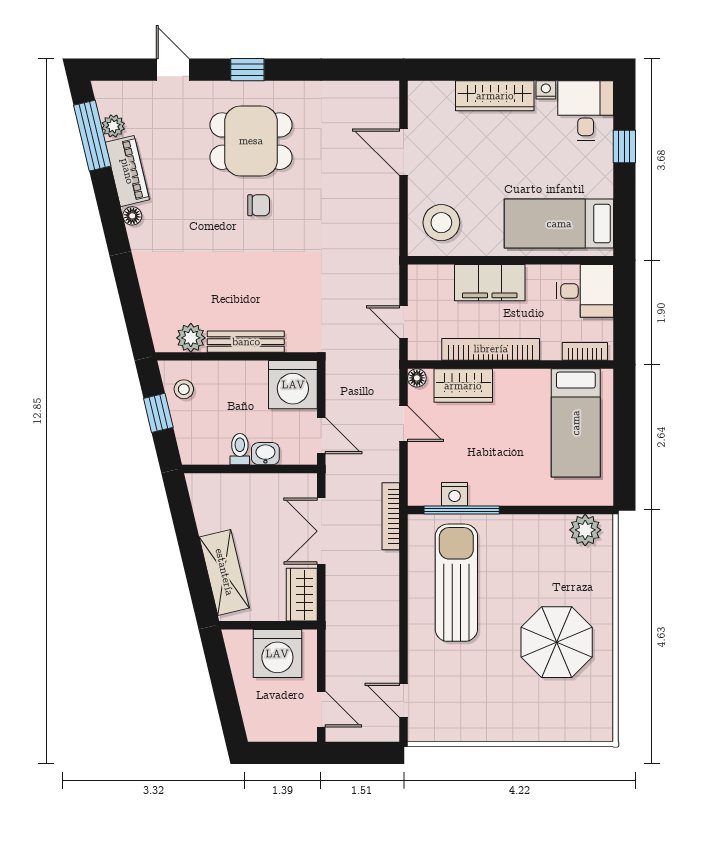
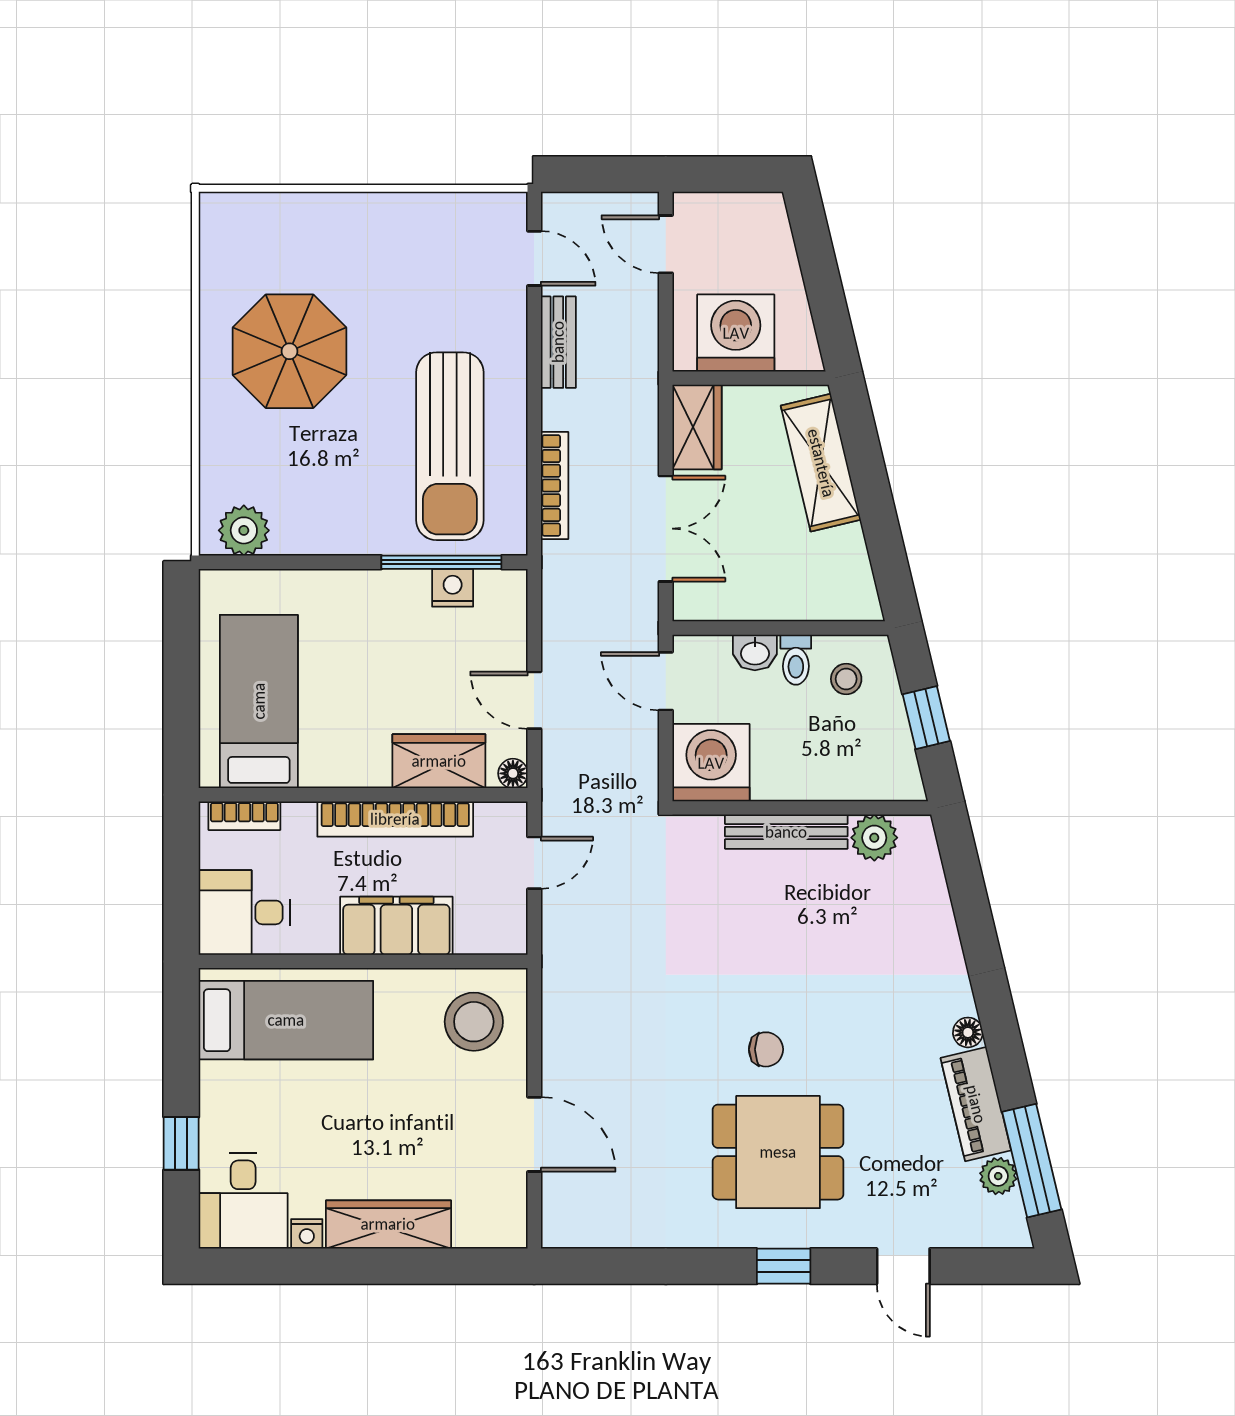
chair: (259, 205) -> (766, 1049), turned 180
door: (404, 322) -> (534, 863), hinge flipped
stool: (184, 389) -> (846, 679), moved
bookcase: (391, 516) -> (555, 485), moved
bench: (388, 648) -> (558, 342), added

